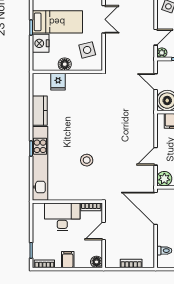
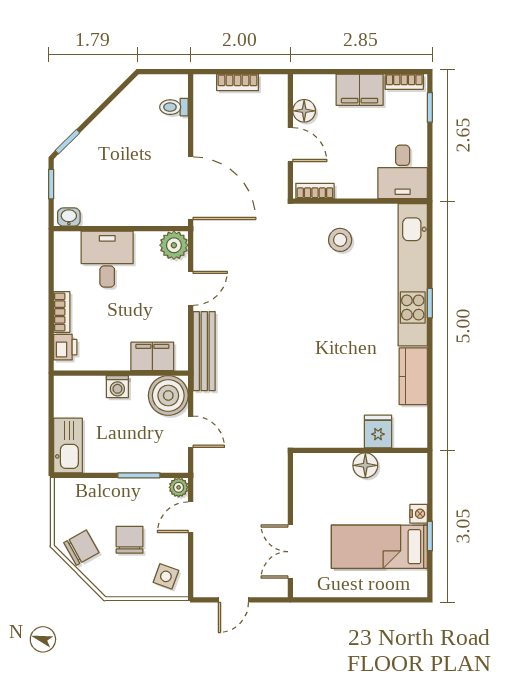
nightstand: (41, 43) -> (419, 514), width x0.53, depth x0.56
side table: (87, 50) -> (322, 493), removed
bench: (149, 124) -> (204, 351), added
stool: (87, 160) -> (340, 240), moved
desk: (62, 217) -> (403, 172), moved, width x0.73
door: (104, 231) -> (290, 145), hinge flipped
filing cabinet: (68, 260) -> (360, 90), width x2.00
floor lamp: (97, 262) -> (304, 111), moved

